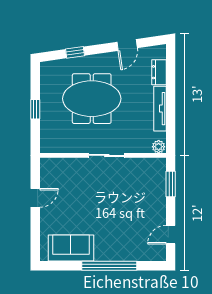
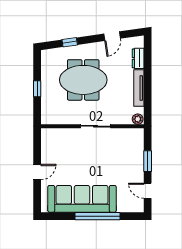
window: (171, 184) -> (148, 161), moved
door: (35, 198) -> (37, 172), moved
door: (171, 235) -> (148, 191), hinge flipped
sofa: (71, 248) -> (82, 199), width x1.85, depth x1.27

